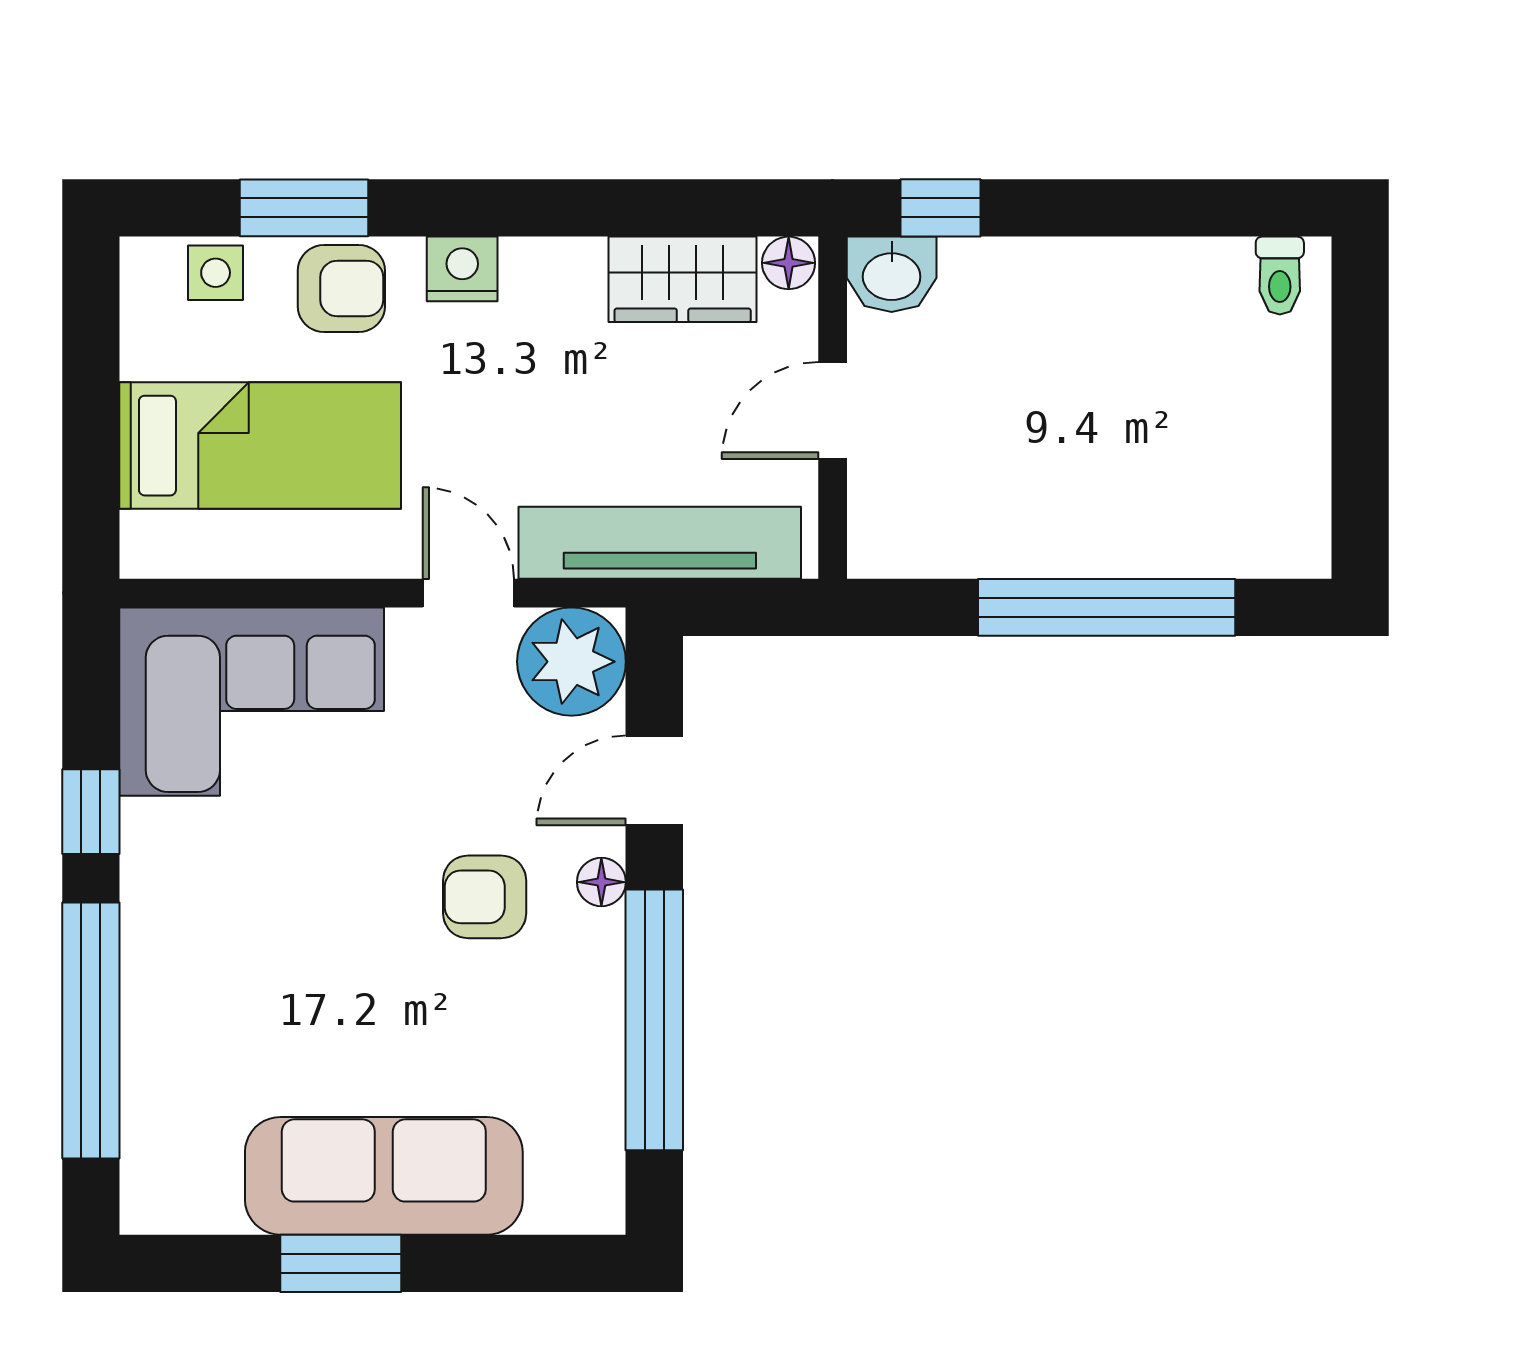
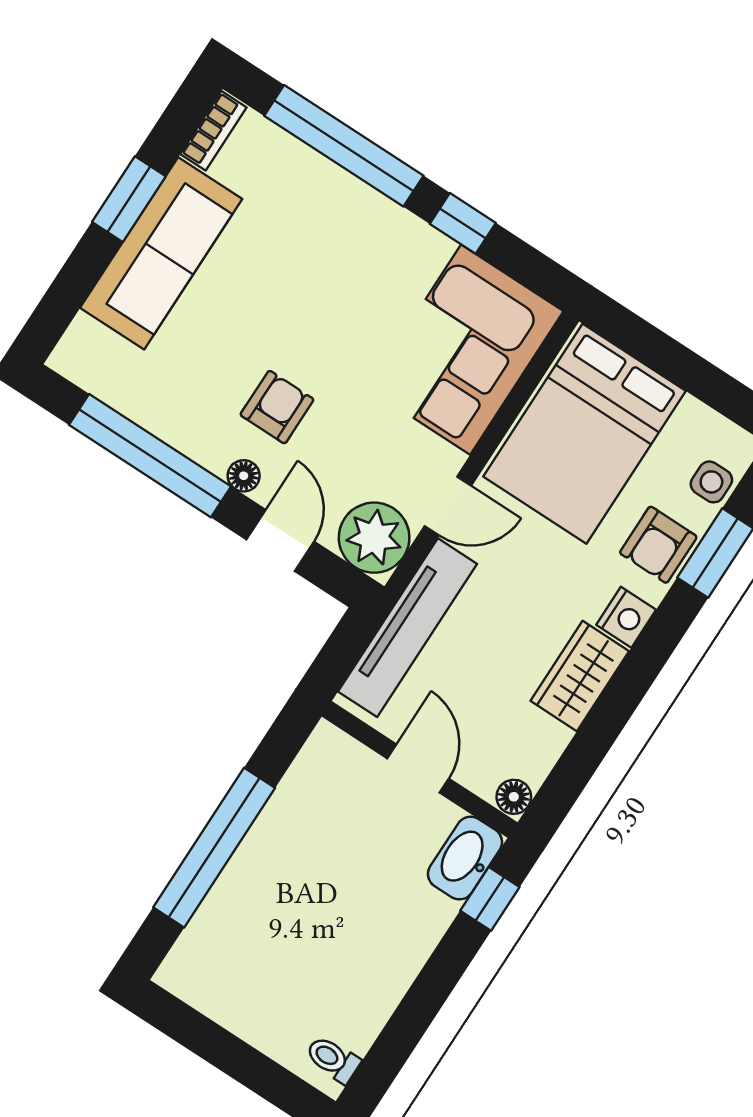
washbasin: (892, 274) -> (465, 858), width x1.38
wardrobe: (683, 279) -> (580, 676), moved
bed: (260, 446) -> (585, 434), width x1.50
bookcase: (181, 1211) -> (213, 131), added

